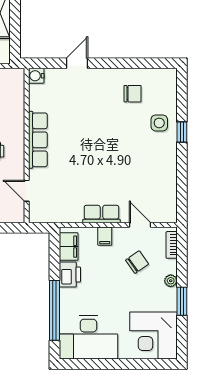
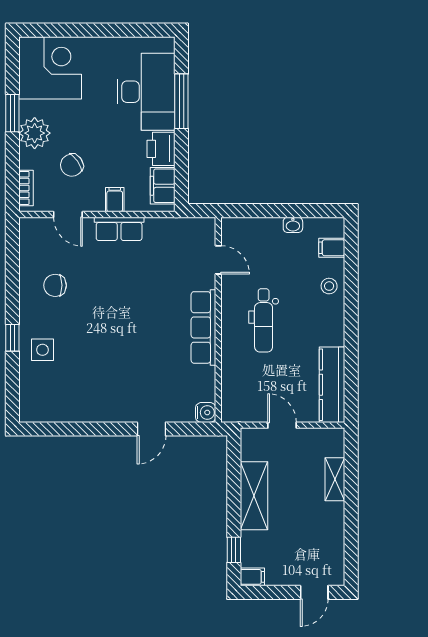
chair: (133, 94) -> (55, 285), moved
plant: (171, 281) -> (35, 133), width x1.87, depth x1.87
window: (55, 310) -> (181, 101), width x0.68
desk: (88, 337) -> (146, 92), moved, turned 90

